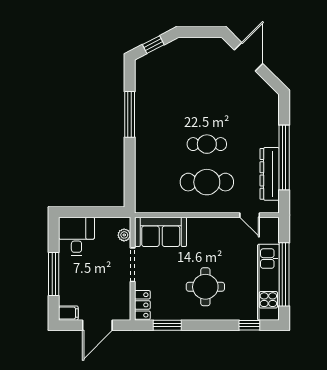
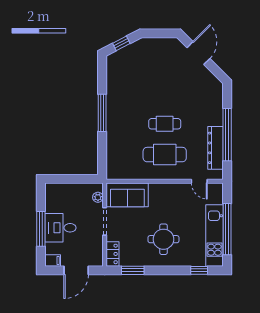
window: (130, 114) -> (102, 113), moved
desk: (76, 236) -> (60, 228), moved, turned -90

